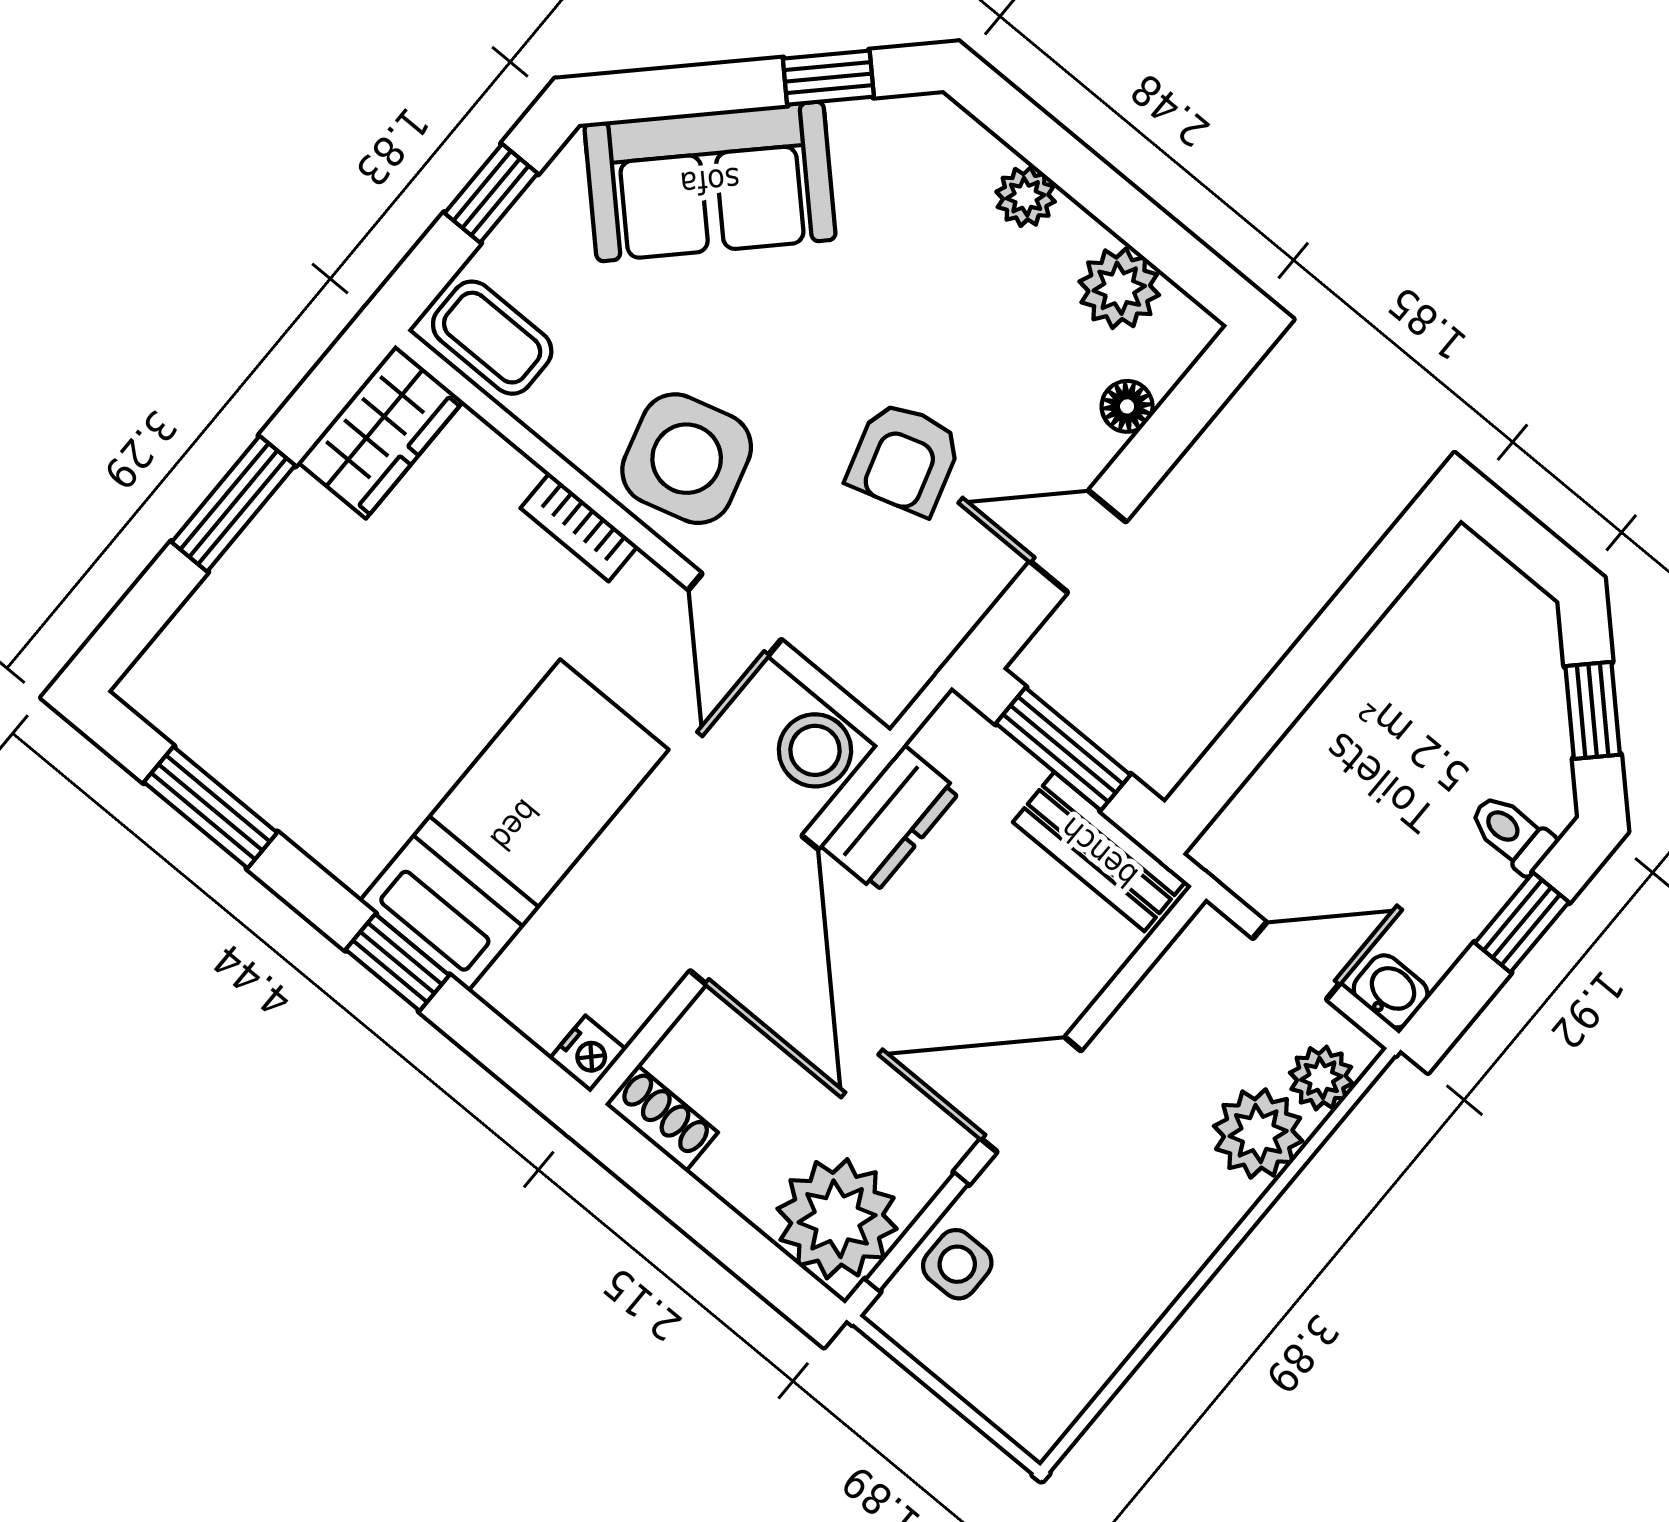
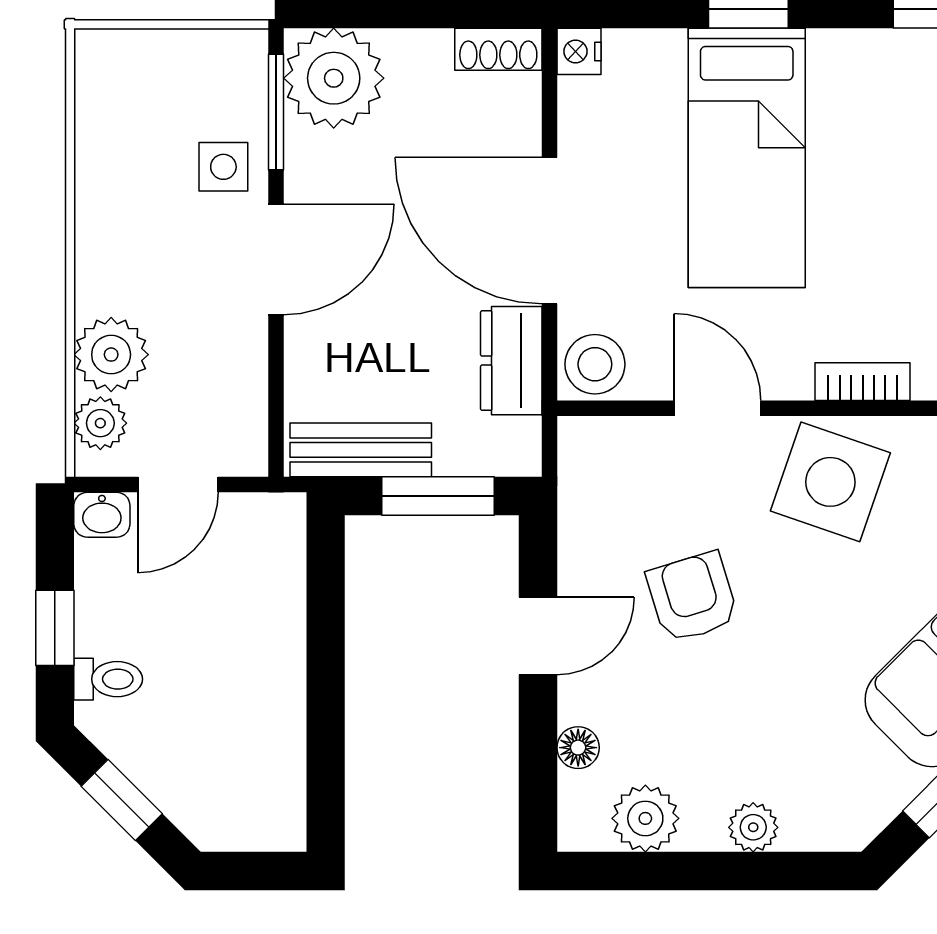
side table: (687, 459) -> (830, 482), turned 35
side table: (957, 1264) -> (223, 167), moved

